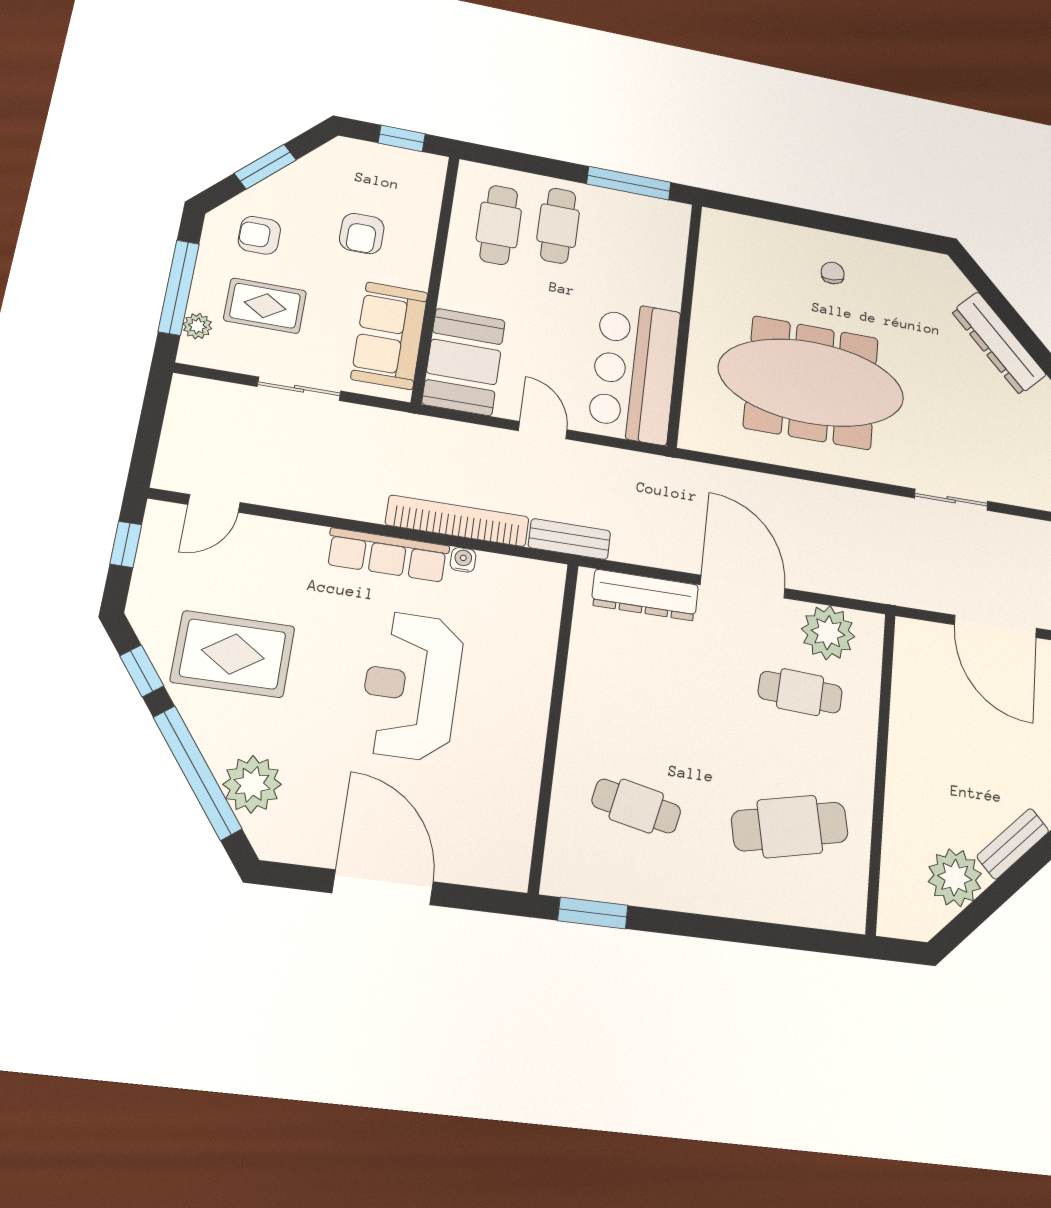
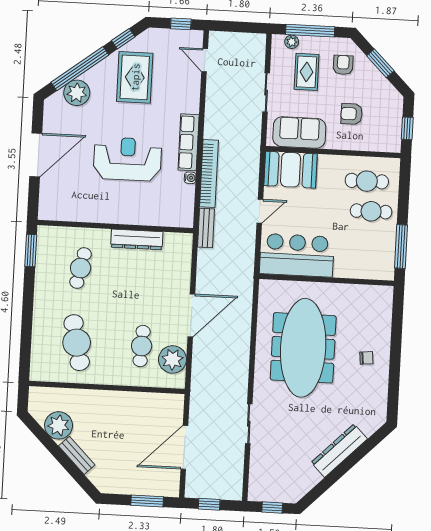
dresser: (645, 595) -> (137, 239), moved, turned -90

